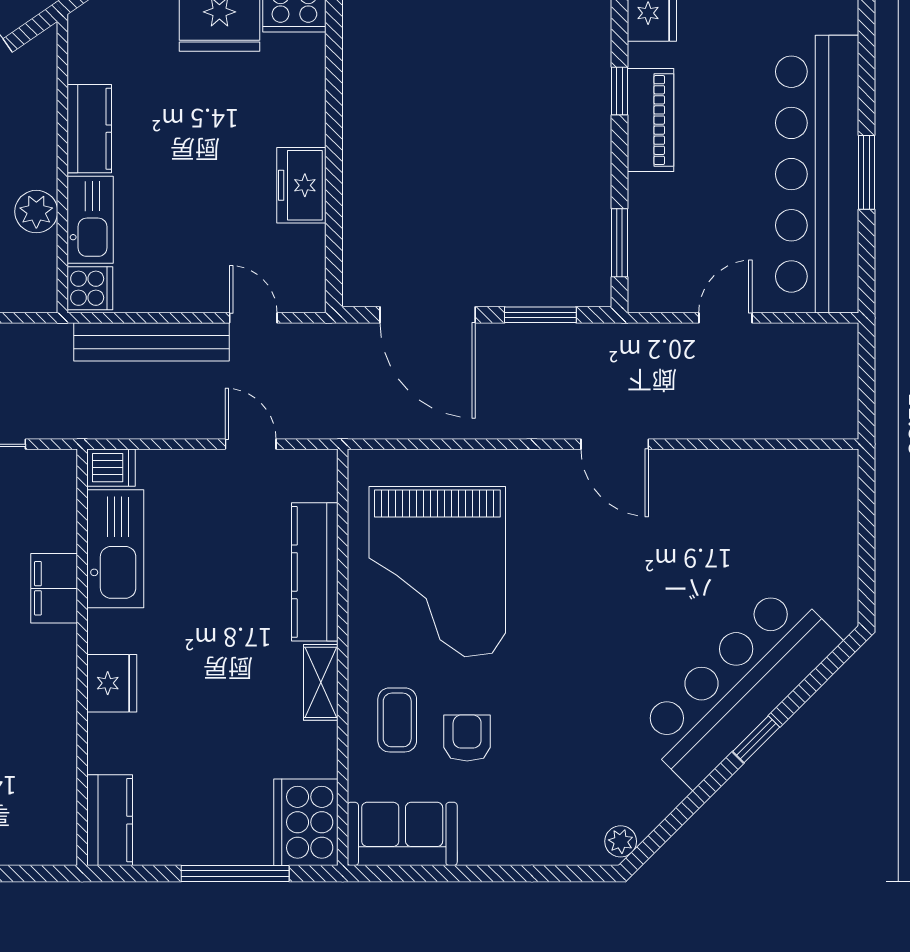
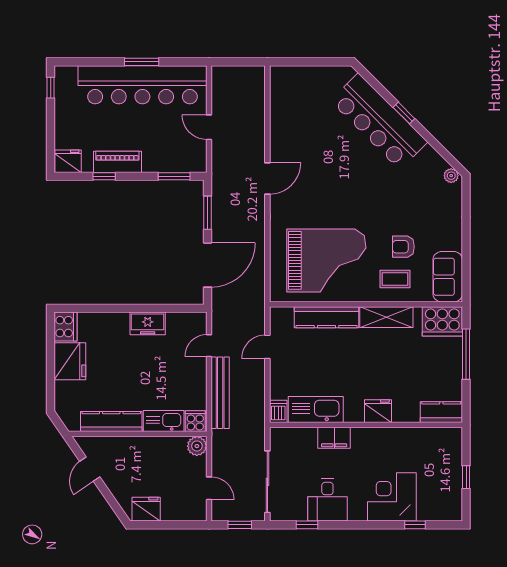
kitchen counter: (89, 129) -> (111, 422), width x1.50
plant: (36, 212) -> (197, 446), moved
shelving: (321, 682) -> (386, 317), width x1.50, depth x1.33

